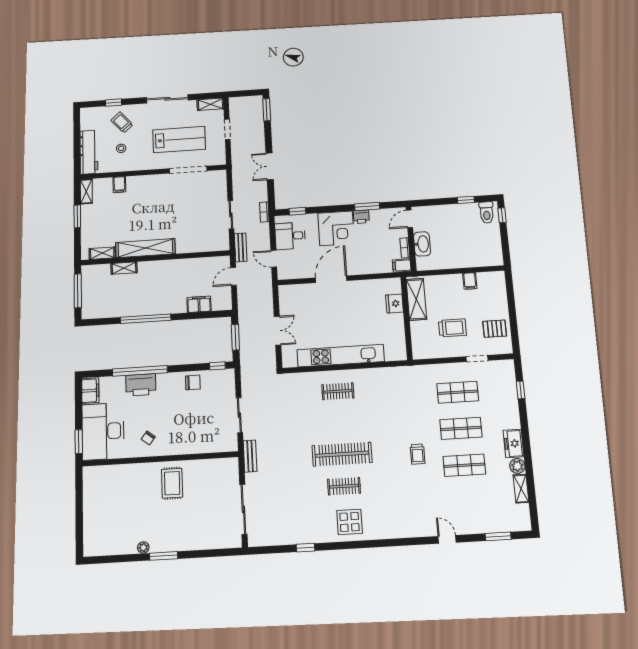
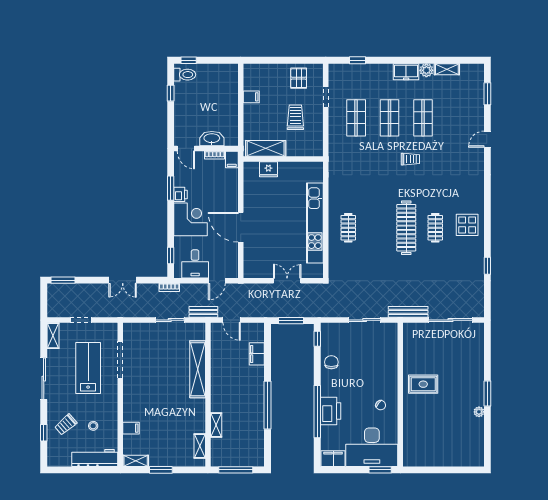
shelving: (145, 248) -> (198, 369), moved
bench: (250, 456) -> (408, 312), width x1.36

